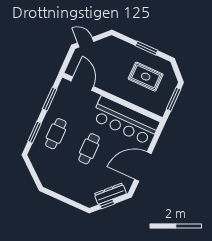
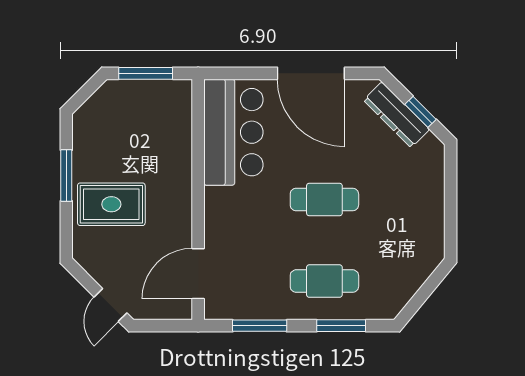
rug: (146, 77) -> (111, 204), moved, turned 90
bar counter: (125, 121) -> (233, 132), width x0.73

